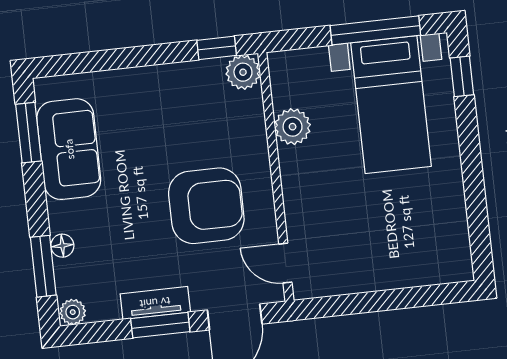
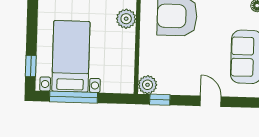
door: (123, 58) -> (211, 101), added
plant: (293, 127) -> (126, 19), moved

